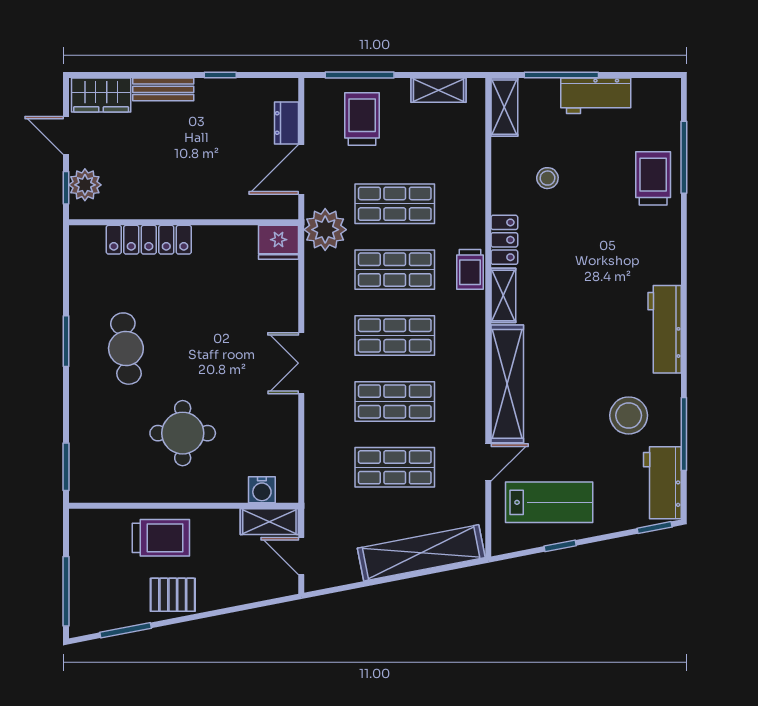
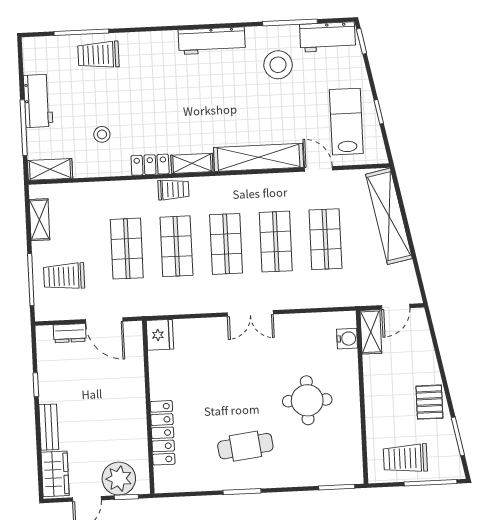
plant: (85, 185) -> (119, 479), width x1.36, depth x1.36
plant: (325, 230) -> (149, 300), removed
trolley: (161, 538) -> (405, 458), moved, turned -90

